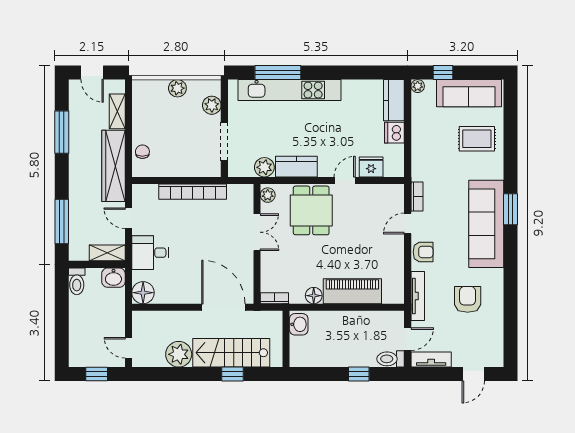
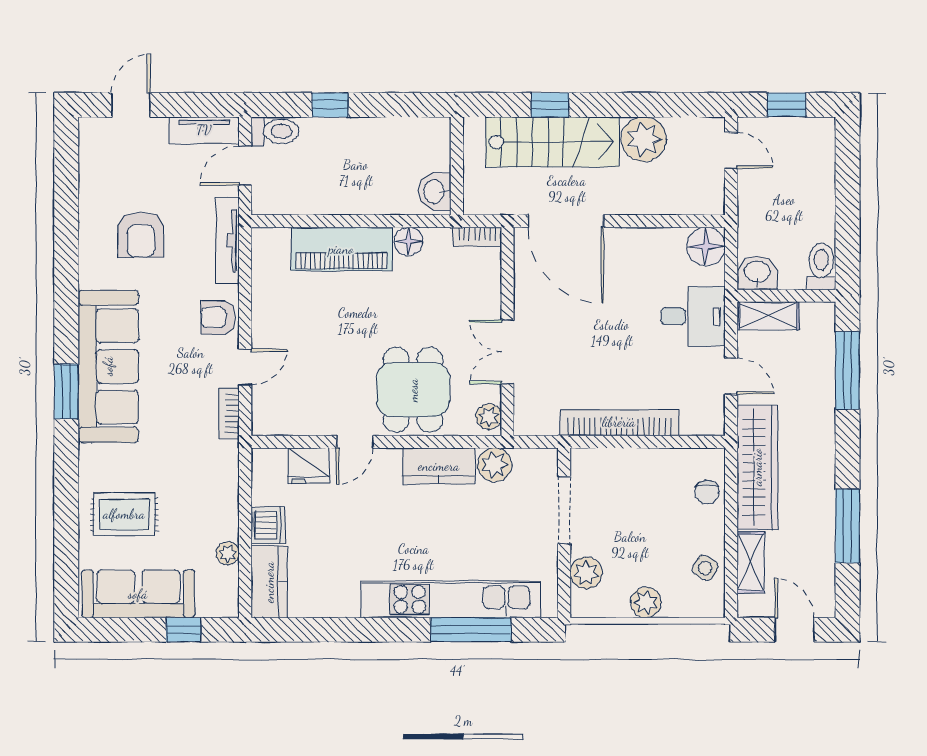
plant: (418, 86) -> (228, 553), moved
side table: (143, 108) -> (705, 568), added

